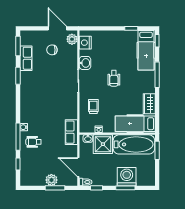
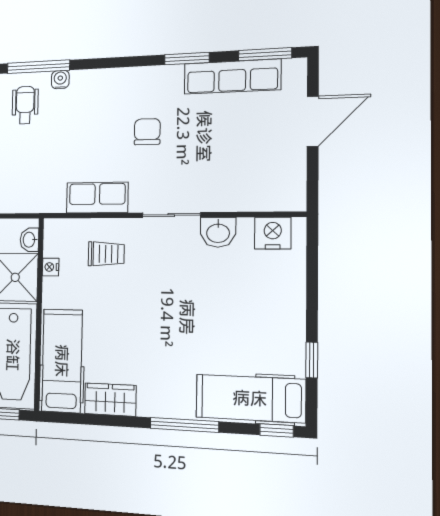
door: (57, 28) -> (313, 121), moved
plant: (72, 39) -> (282, 197), removed
chair: (52, 50) -> (147, 132), moved
row of seats: (26, 58) -> (232, 77), width x1.48
wheelchair: (114, 78) -> (177, 309), removed
row of seats: (71, 132) -> (97, 198), moved

